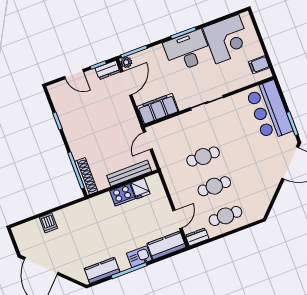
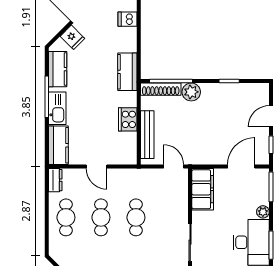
plant: (126, 62) -> (263, 212), moved
dresser: (108, 70) -> (262, 152), removed
door: (126, 83) -> (241, 167), swing flipped
plant: (79, 150) -> (191, 92), added
fridge: (140, 188) -> (72, 37), moved, turned -135
kitchen counter: (82, 210) -> (127, 72), added
door: (177, 219) -> (97, 167), moved
dishwasher: (48, 223) -> (127, 19), moved
kitchen sink: (139, 257) -> (57, 108), width x1.38

